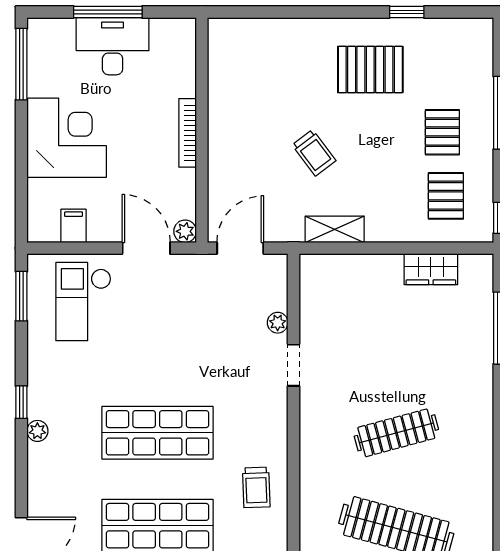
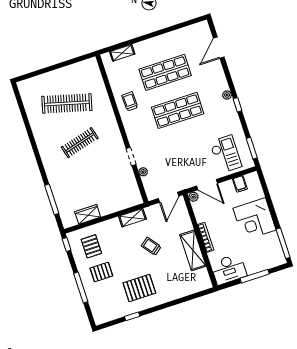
desk: (113, 46) -> (229, 269), moved
shelving: (225, 113) -> (193, 250), added
pallet: (442, 132) -> (101, 272), turned 90

